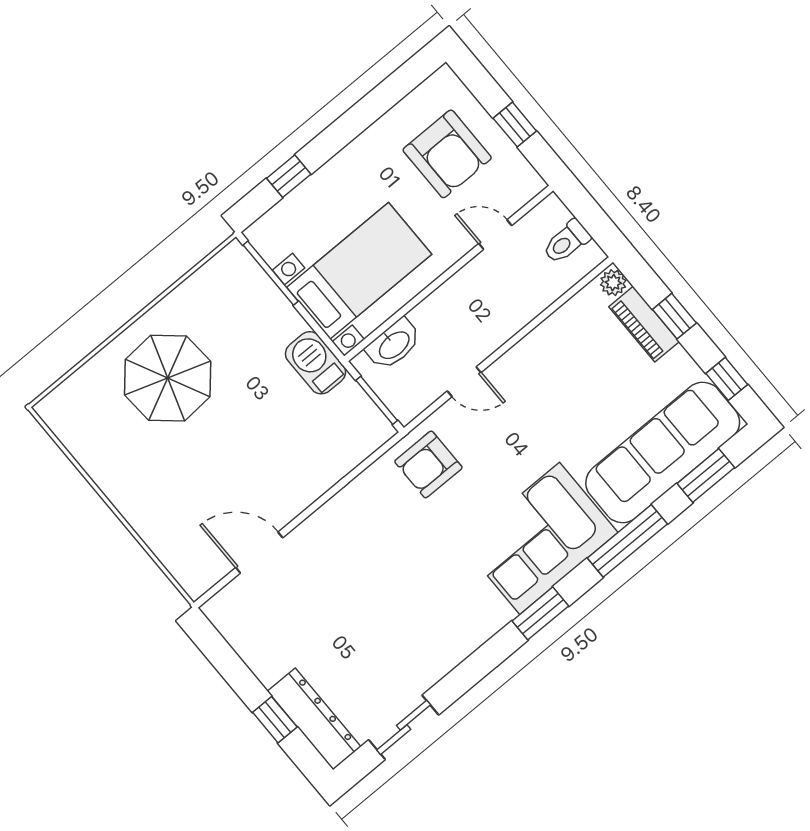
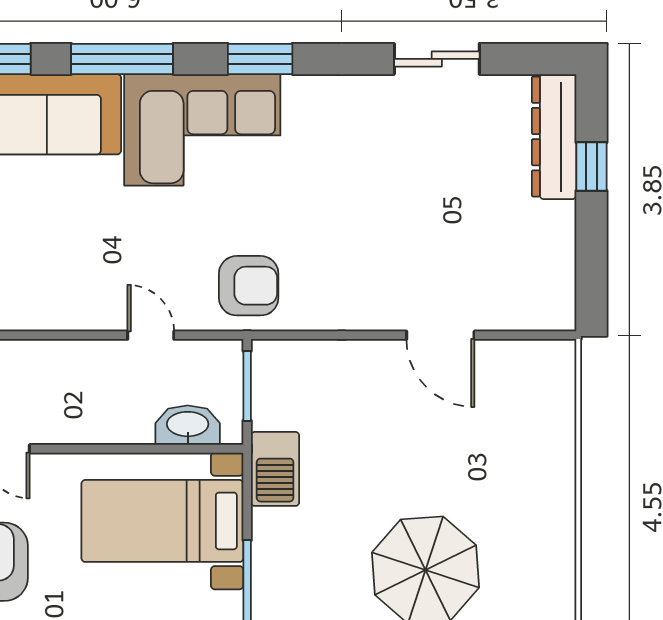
door: (259, 553) -> (440, 335), moved
sliding door: (404, 727) -> (437, 59), moved

